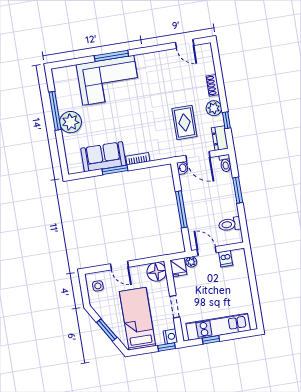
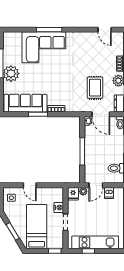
sofa: (103, 157) -> (25, 103), width x1.36
door: (207, 251) -> (96, 185), swing flipped
floor lamp: (157, 272) -> (56, 194), removed
nightstand: (170, 337) -> (59, 207), moved

